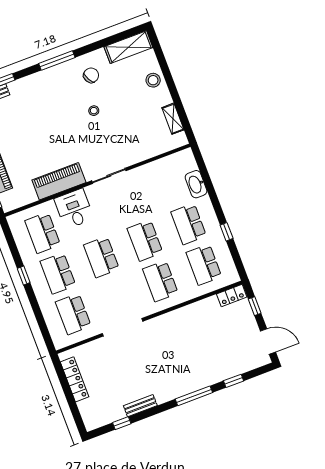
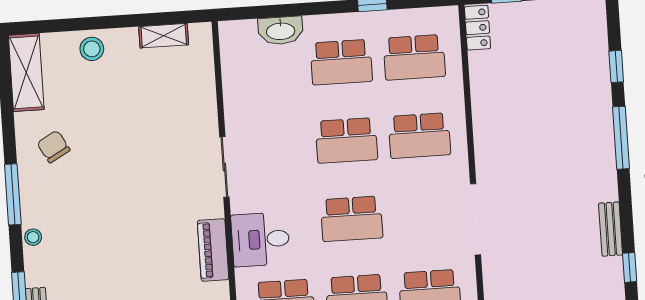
stool: (94, 111) -> (33, 237), moved
piano: (59, 181) -> (213, 250), width x0.73, depth x0.75

